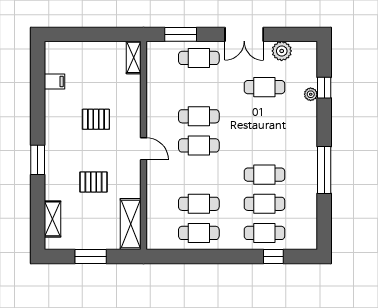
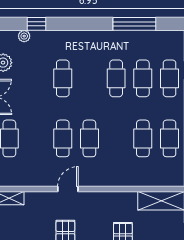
cafe table: (264, 87) -> (63, 78), moved
plant: (311, 94) -> (24, 36), moved
door: (144, 149) -> (68, 189), moved
window: (324, 170) -> (134, 24), moved

